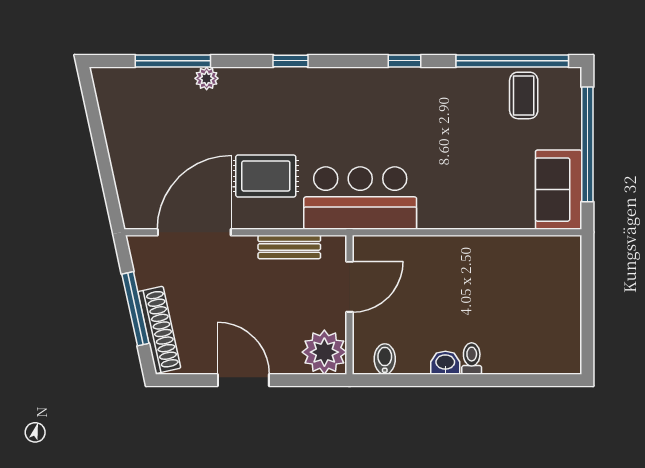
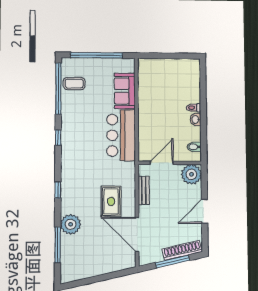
plant: (207, 78) -> (71, 224), width x1.88, depth x1.88
sofa: (559, 190) -> (125, 91), moved, turned 90
bar counter: (360, 198) -> (121, 135), moved
door: (349, 287) -> (162, 163), hinge flipped

